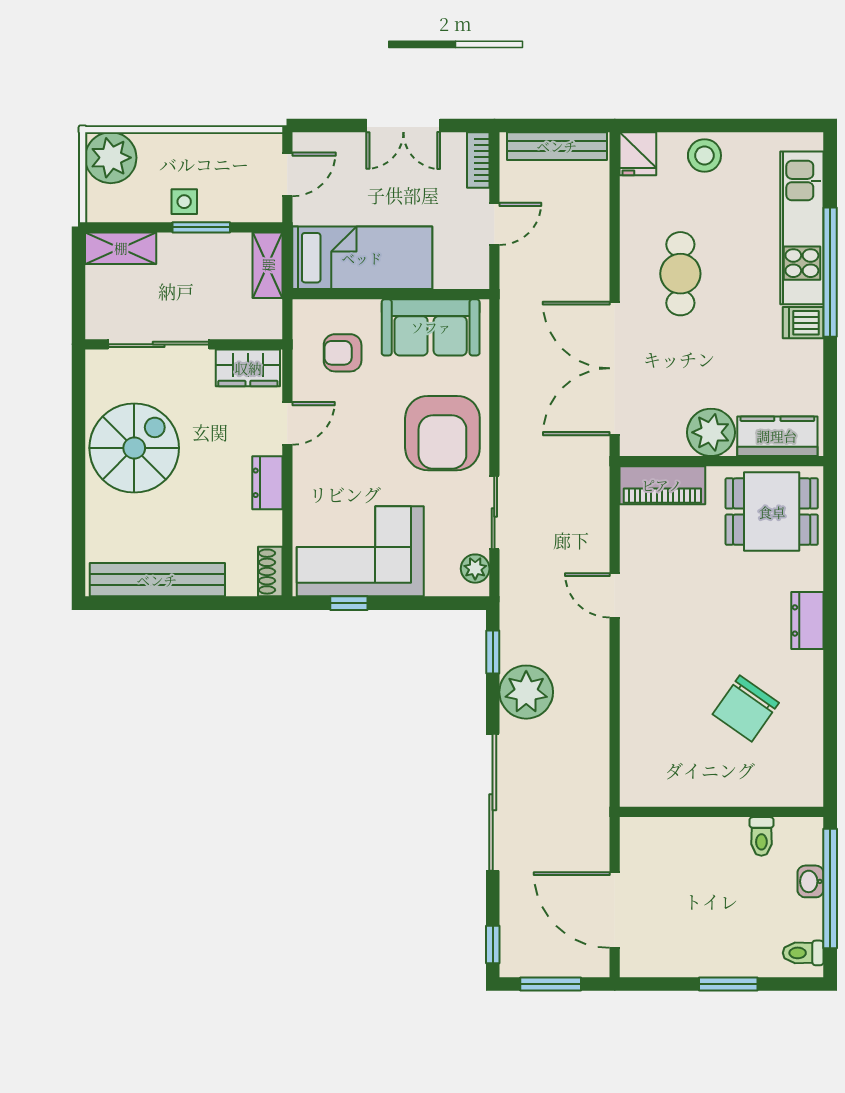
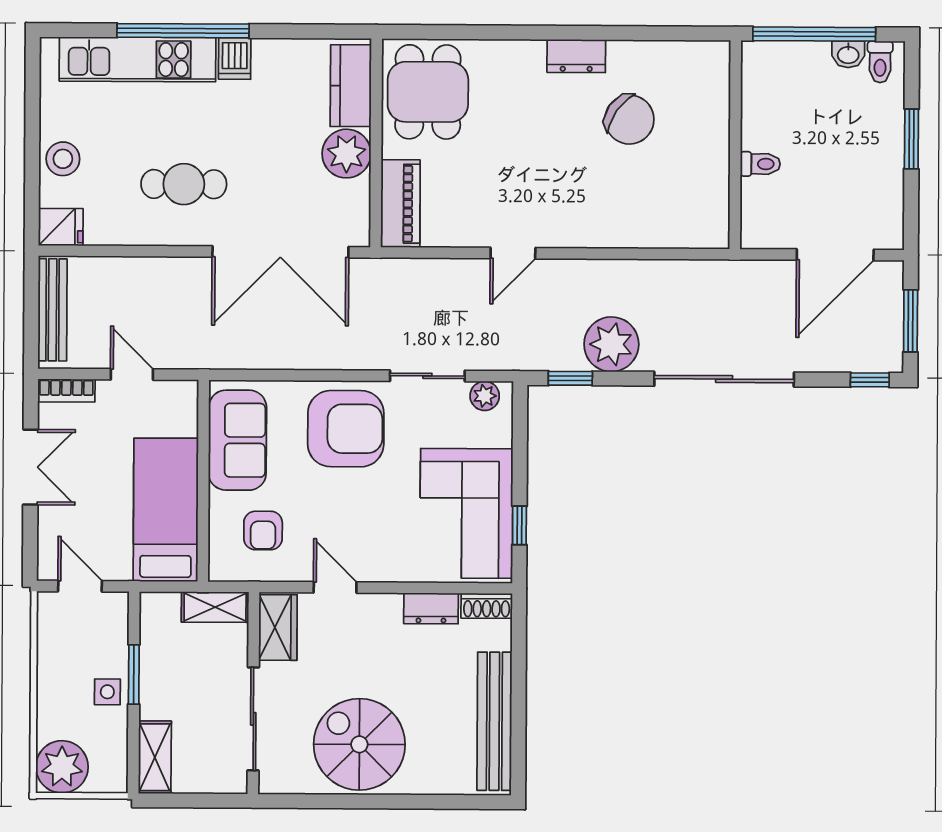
shelving: (268, 265) -> (215, 607), moved
dresser: (267, 483) -> (431, 608), moved
dresser: (807, 620) -> (576, 56), moved
toilet: (761, 836) -> (760, 164), moved
washbasin: (811, 881) -> (848, 54), moved

